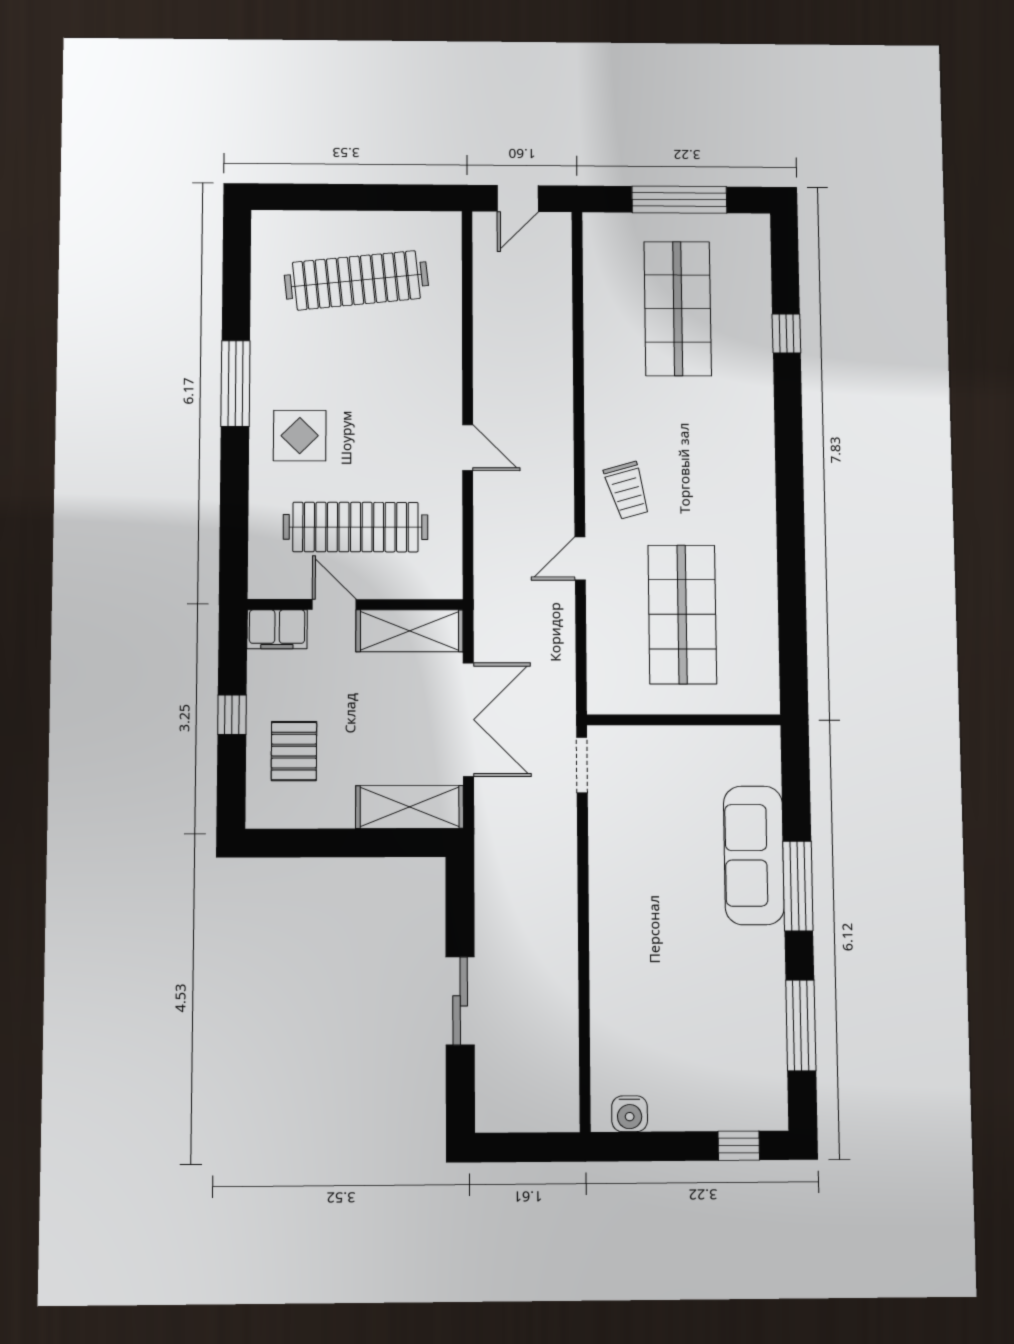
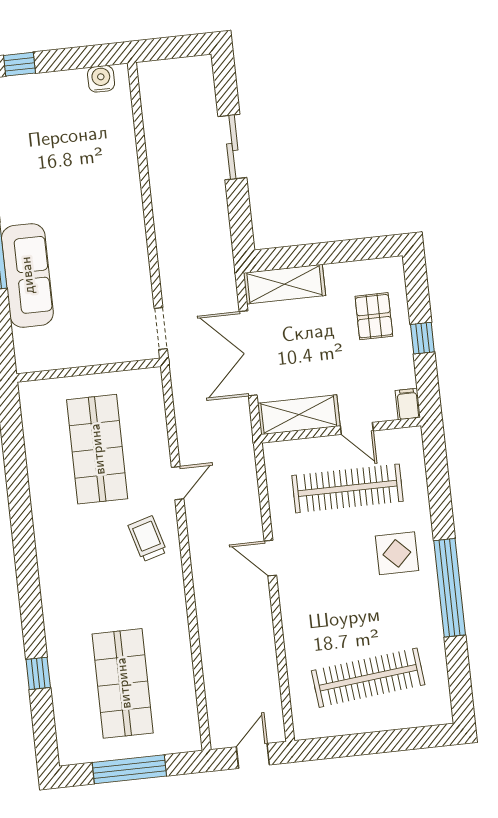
window: (235, 384) -> (450, 588), width x1.46
filing cabinet: (277, 629) -> (408, 404), width x0.50

